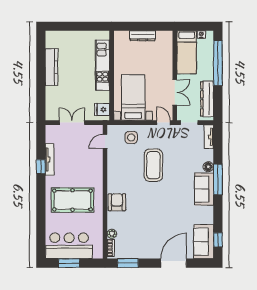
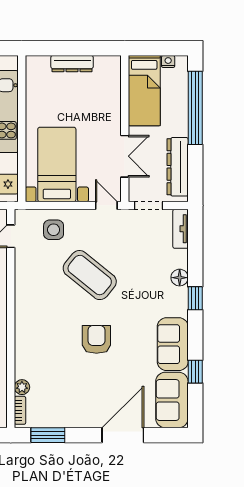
coffee table: (153, 165) -> (90, 275), turned -51
window: (218, 179) -> (195, 298), width x0.46
sofa: (204, 189) -> (173, 344), moved
armchair: (117, 202) -> (96, 339), moved
window: (218, 240) -> (195, 372), moved

